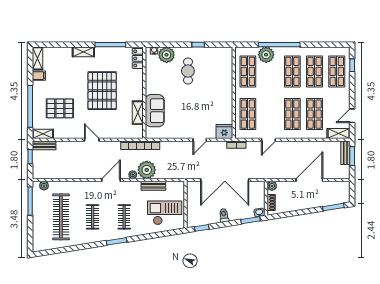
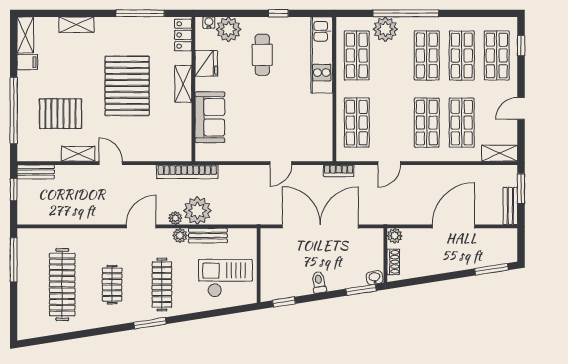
shelving: (83, 52) -> (76, 25), moved
kitchen unit: (226, 71) -> (322, 55), added
shelving: (138, 113) -> (183, 84), moved
door: (352, 116) -> (521, 108), moved
fridge: (224, 132) -> (206, 63), moved, turned 90
shelving: (43, 134) -> (78, 154), moved
bench: (345, 153) -> (510, 206), moved
double door: (225, 180) -> (320, 226), swing flipped
plant: (44, 186) -> (180, 235), moved
clothes rail: (124, 217) -> (162, 285), width x1.36

